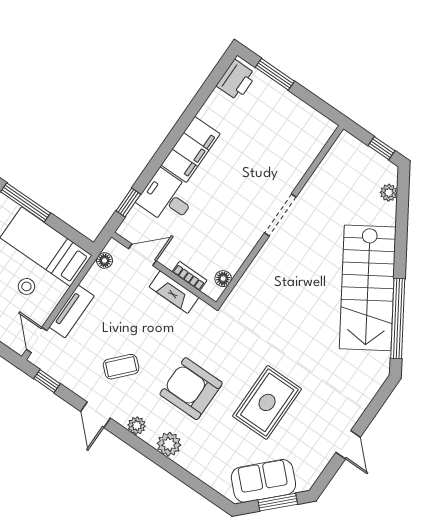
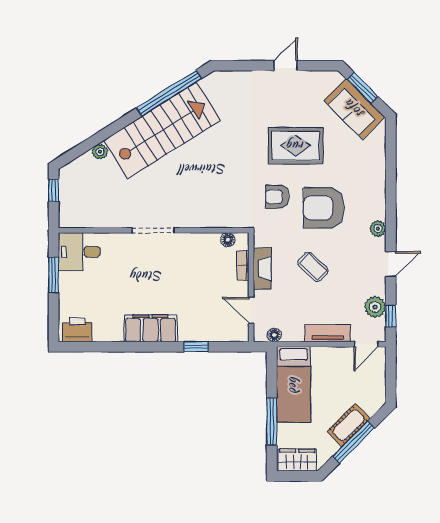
window: (275, 74) -> (54, 275), moved
plant: (389, 193) -> (100, 152), moved
desk: (167, 198) -> (79, 252), moved, turned 90
window: (128, 202) -> (196, 347), moved
stool: (26, 286) -> (332, 378), removed
armchair: (231, 352) -> (277, 197), added
coffee table: (121, 367) -> (313, 267), moved
armchair: (191, 389) -> (324, 208), turned 90
plant: (169, 444) -> (375, 307), moved

